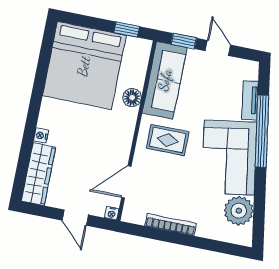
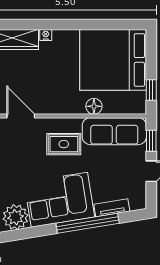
rug: (168, 140) -> (64, 144), turned 90

